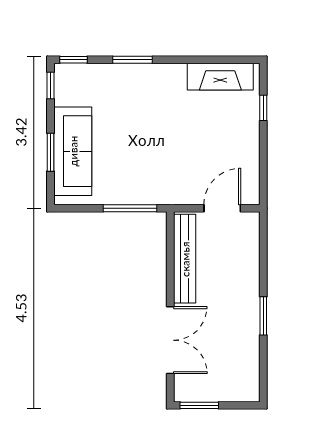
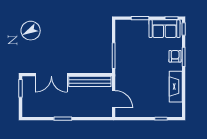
fireplace: (220, 77) -> (176, 87), moved
armchair: (131, 78) -> (175, 56), added
sofa: (73, 151) -> (164, 29), moved, width x0.73

